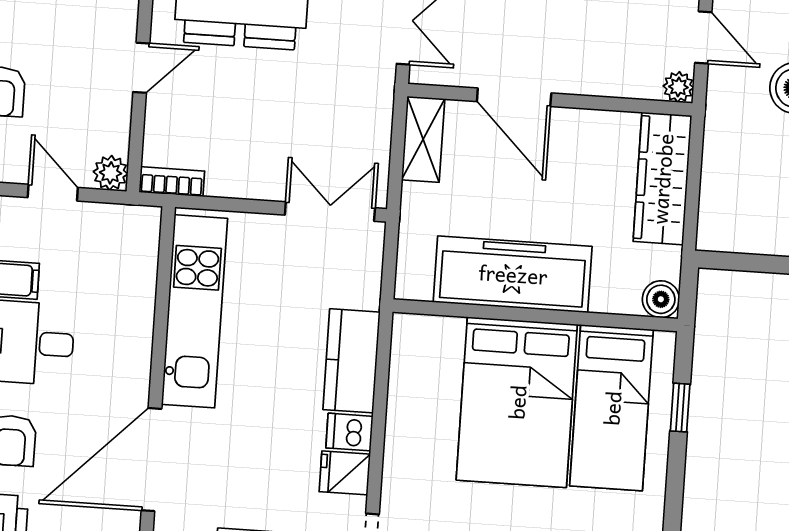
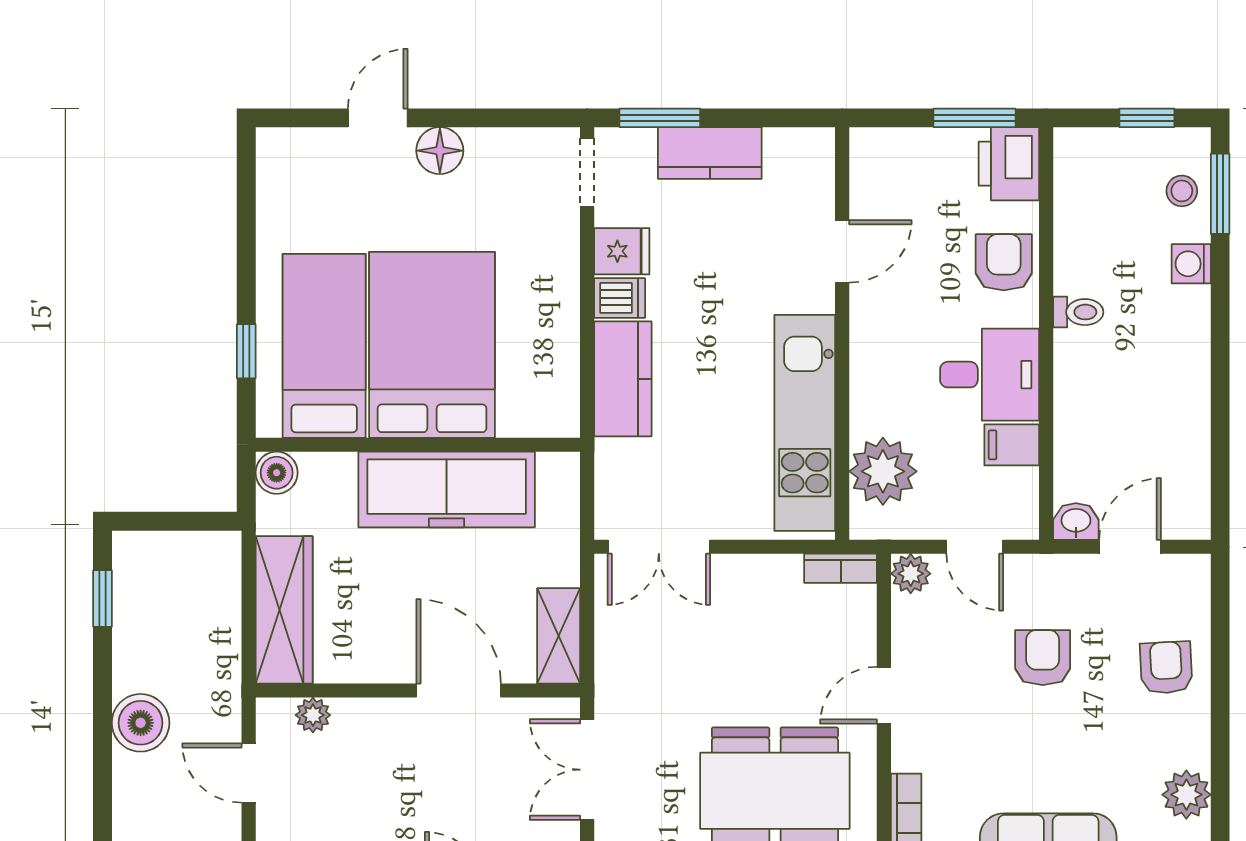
plant: (678, 87) -> (313, 715), moved
plant: (129, 264) -> (883, 471), added
door: (151, 460) -> (842, 251), width x0.53

